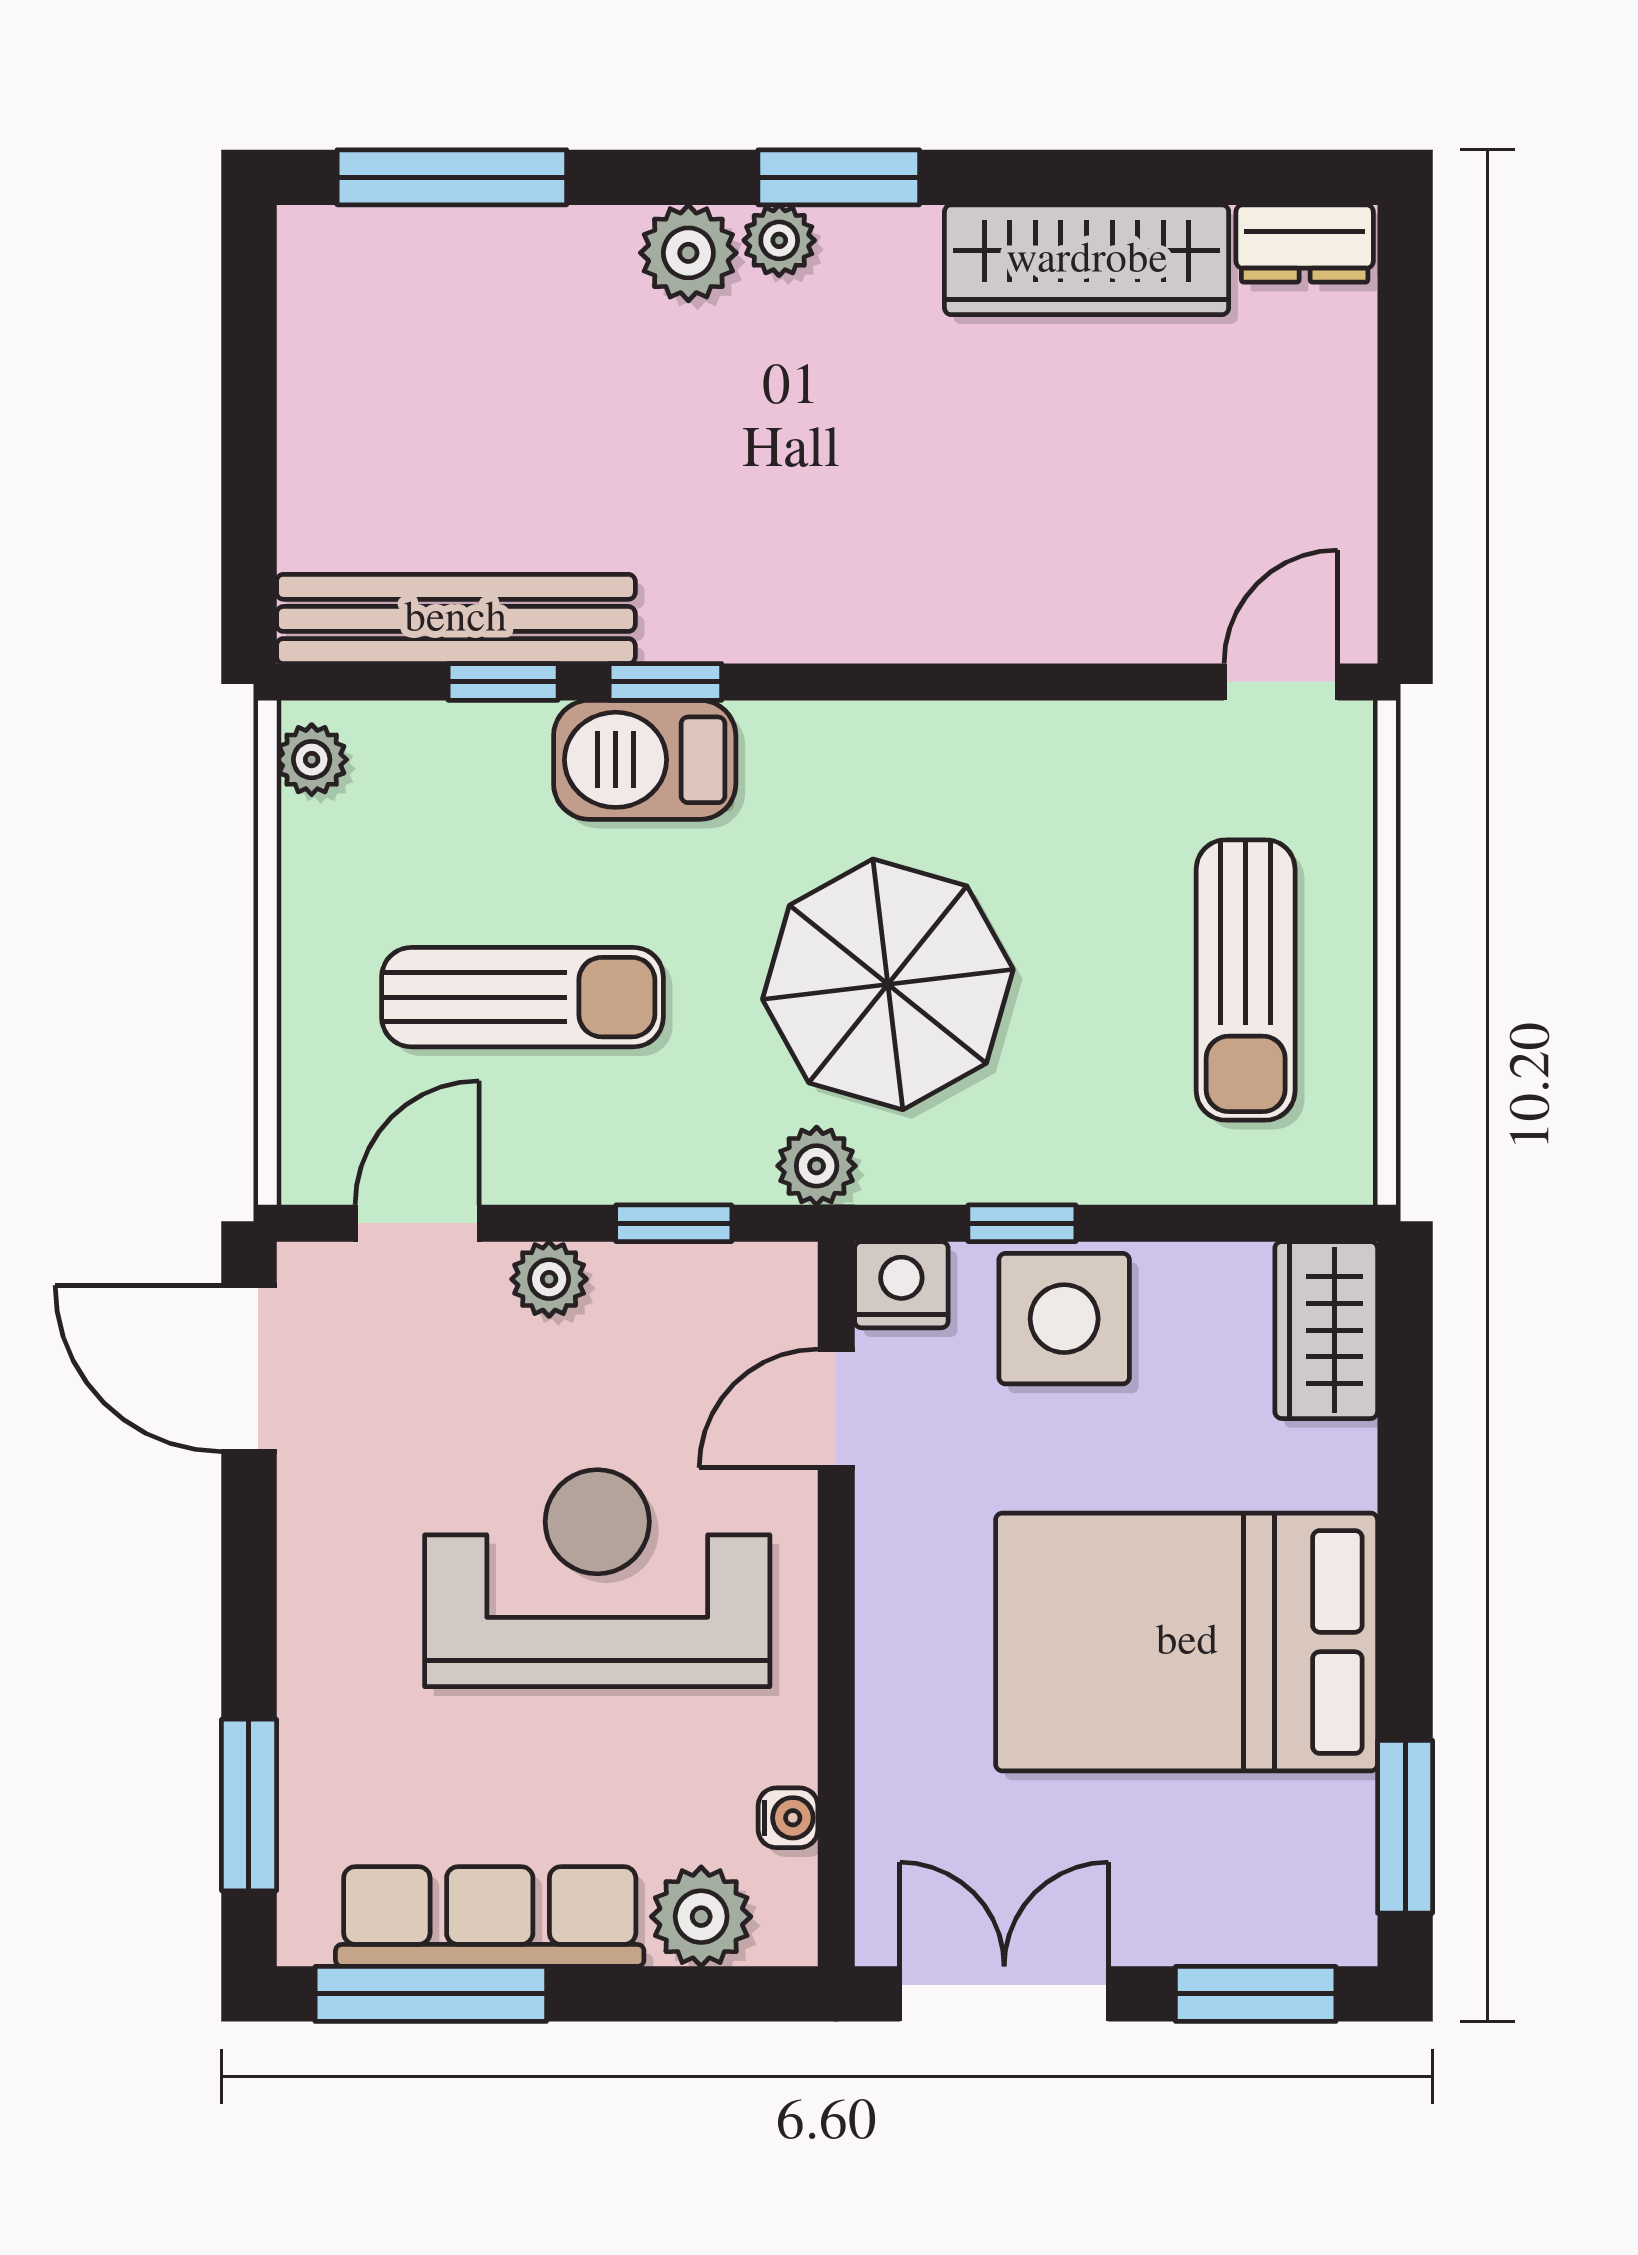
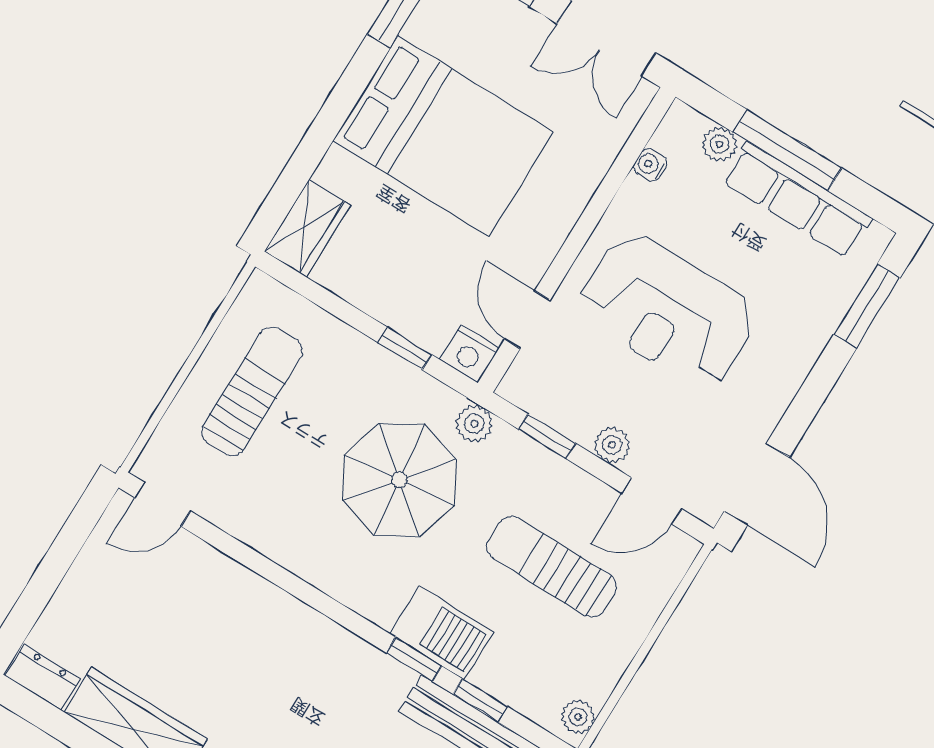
side table: (1064, 1319) -> (412, 299), removed
door: (836, 1408) -> (527, 320), swing flipped
plant: (701, 1917) -> (720, 144), width x0.73, depth x0.73
window: (431, 1994) -> (787, 150), moved

